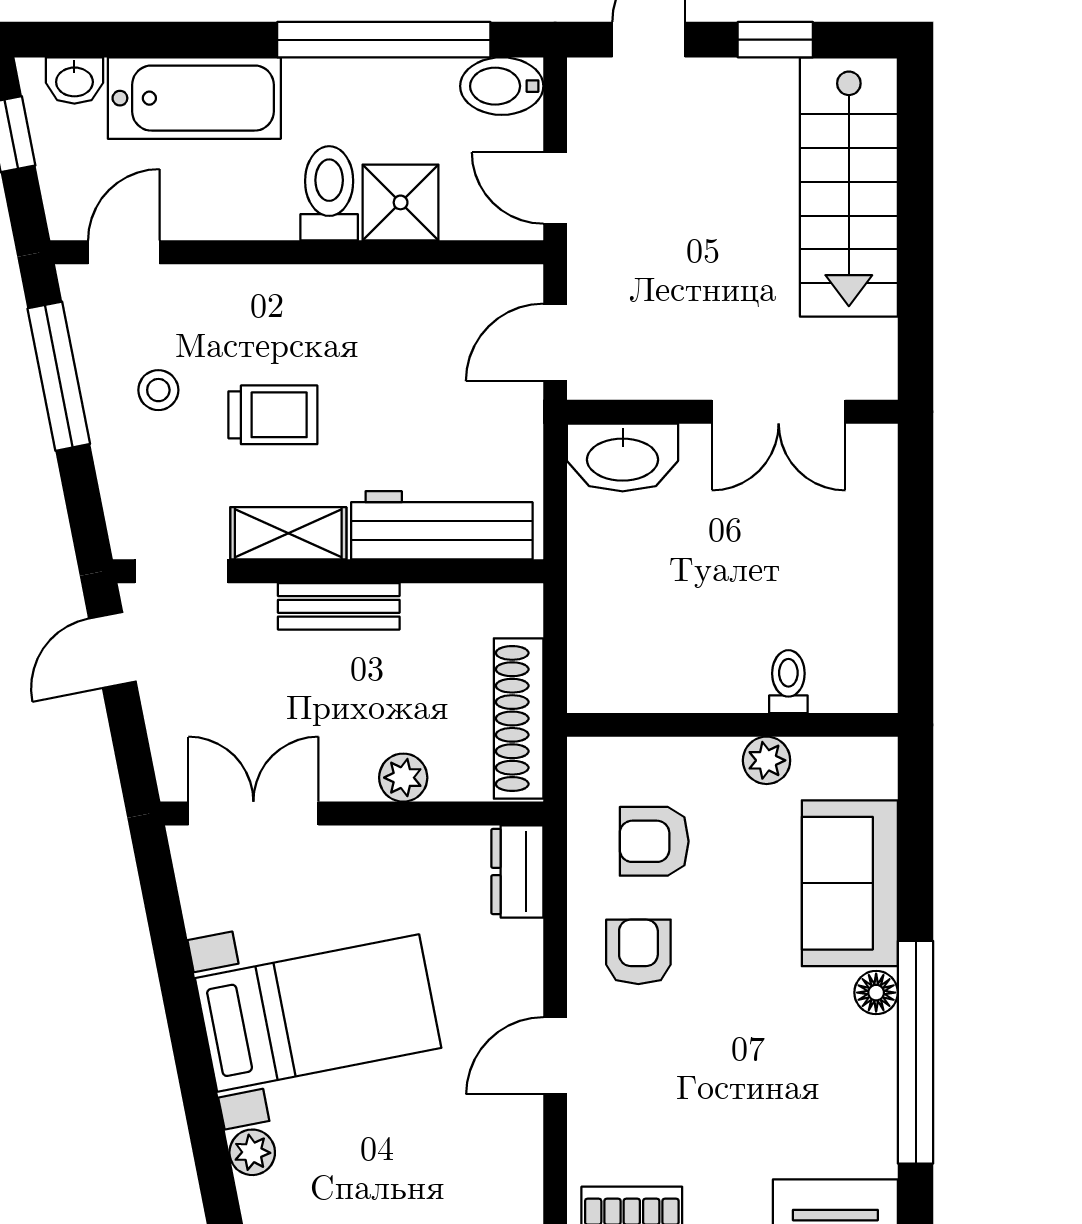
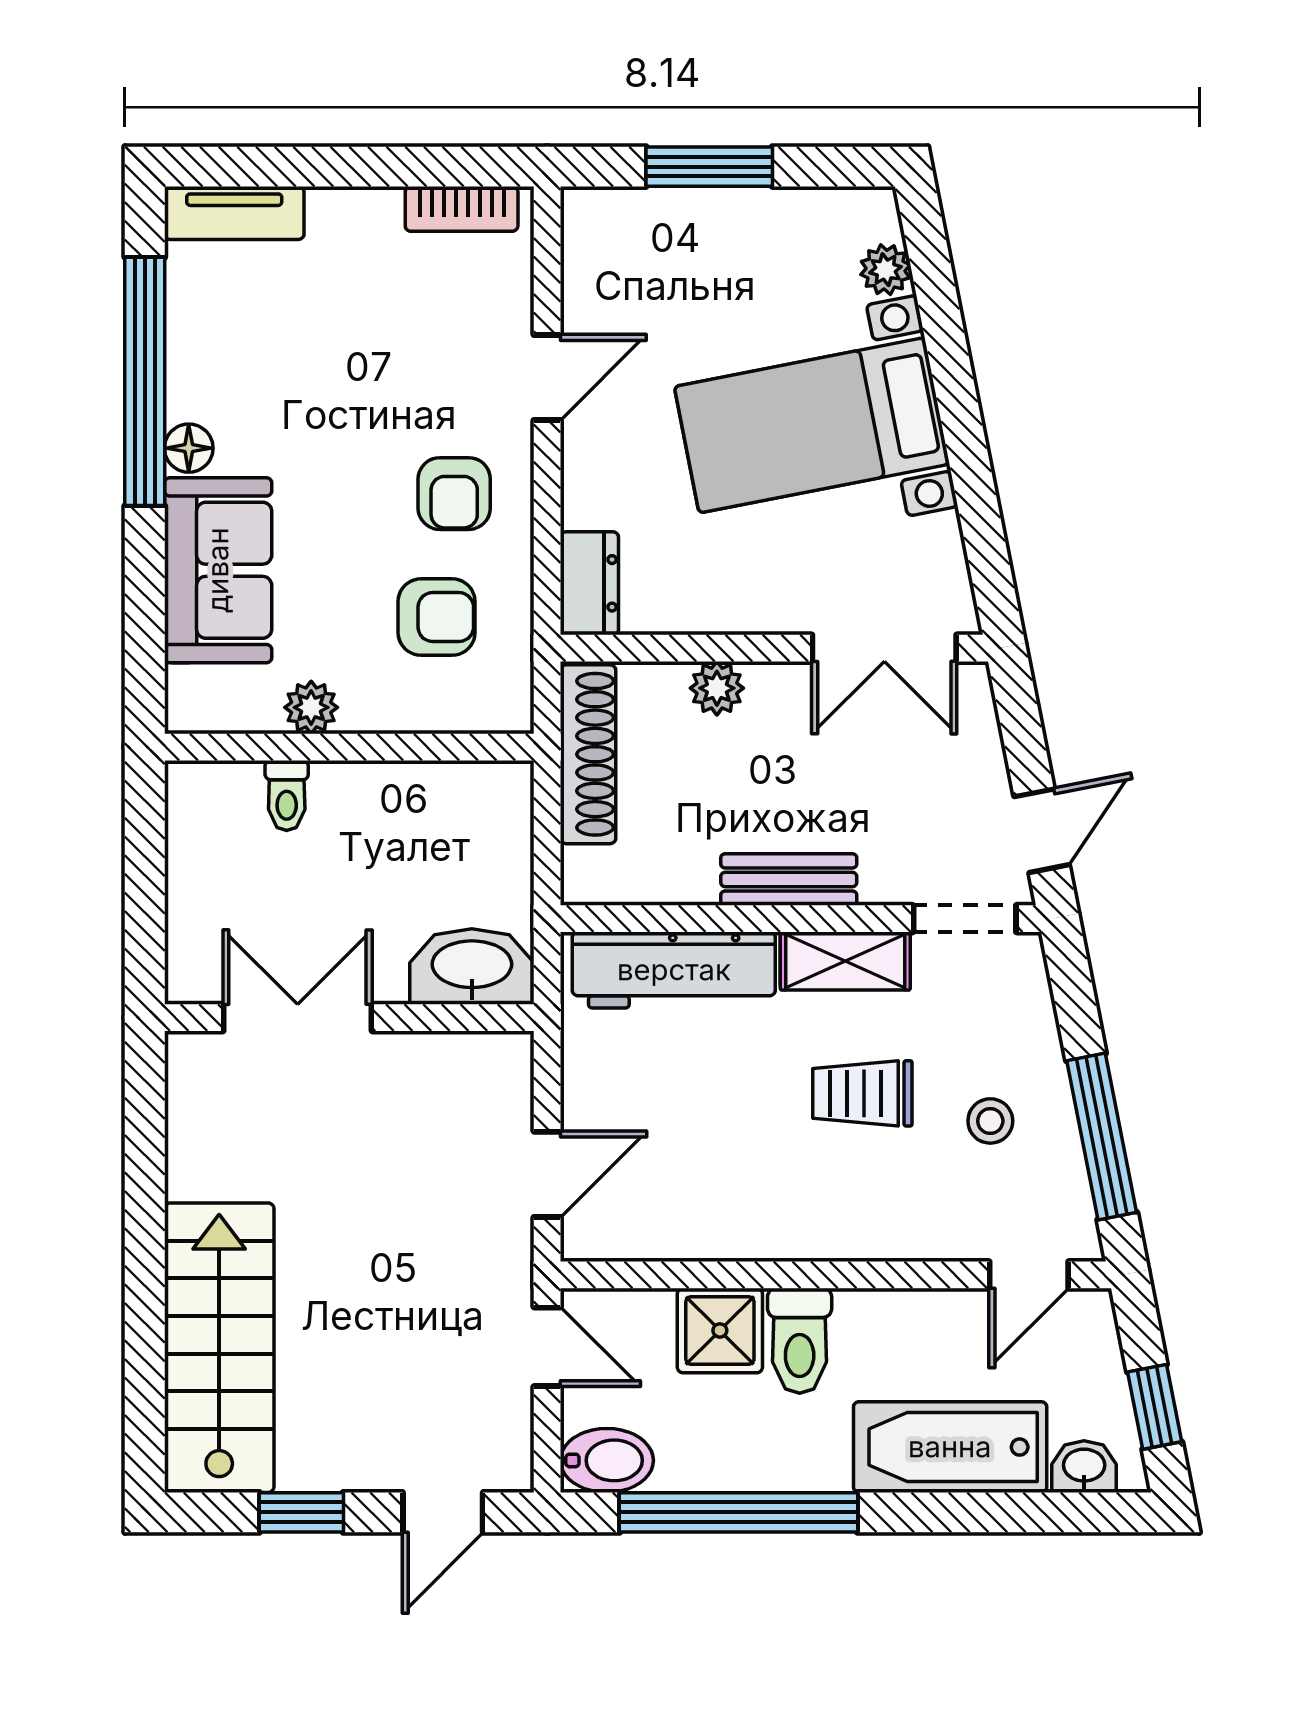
wall: (732, 412) -> (349, 1018), moved
double door: (779, 412) -> (298, 1018), moved
washbasin: (623, 458) -> (472, 966), moved

